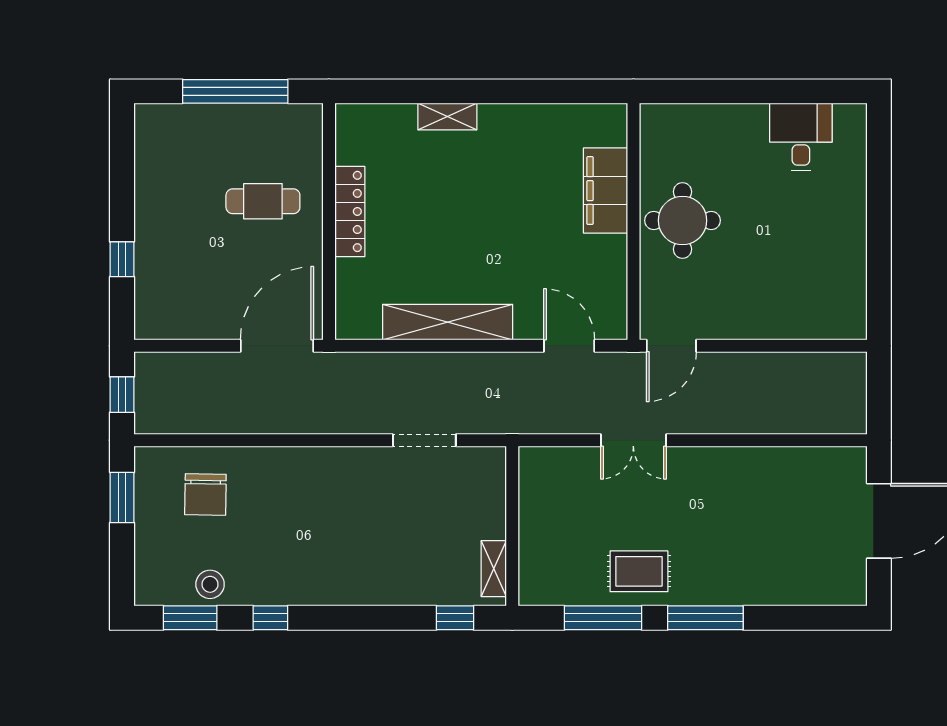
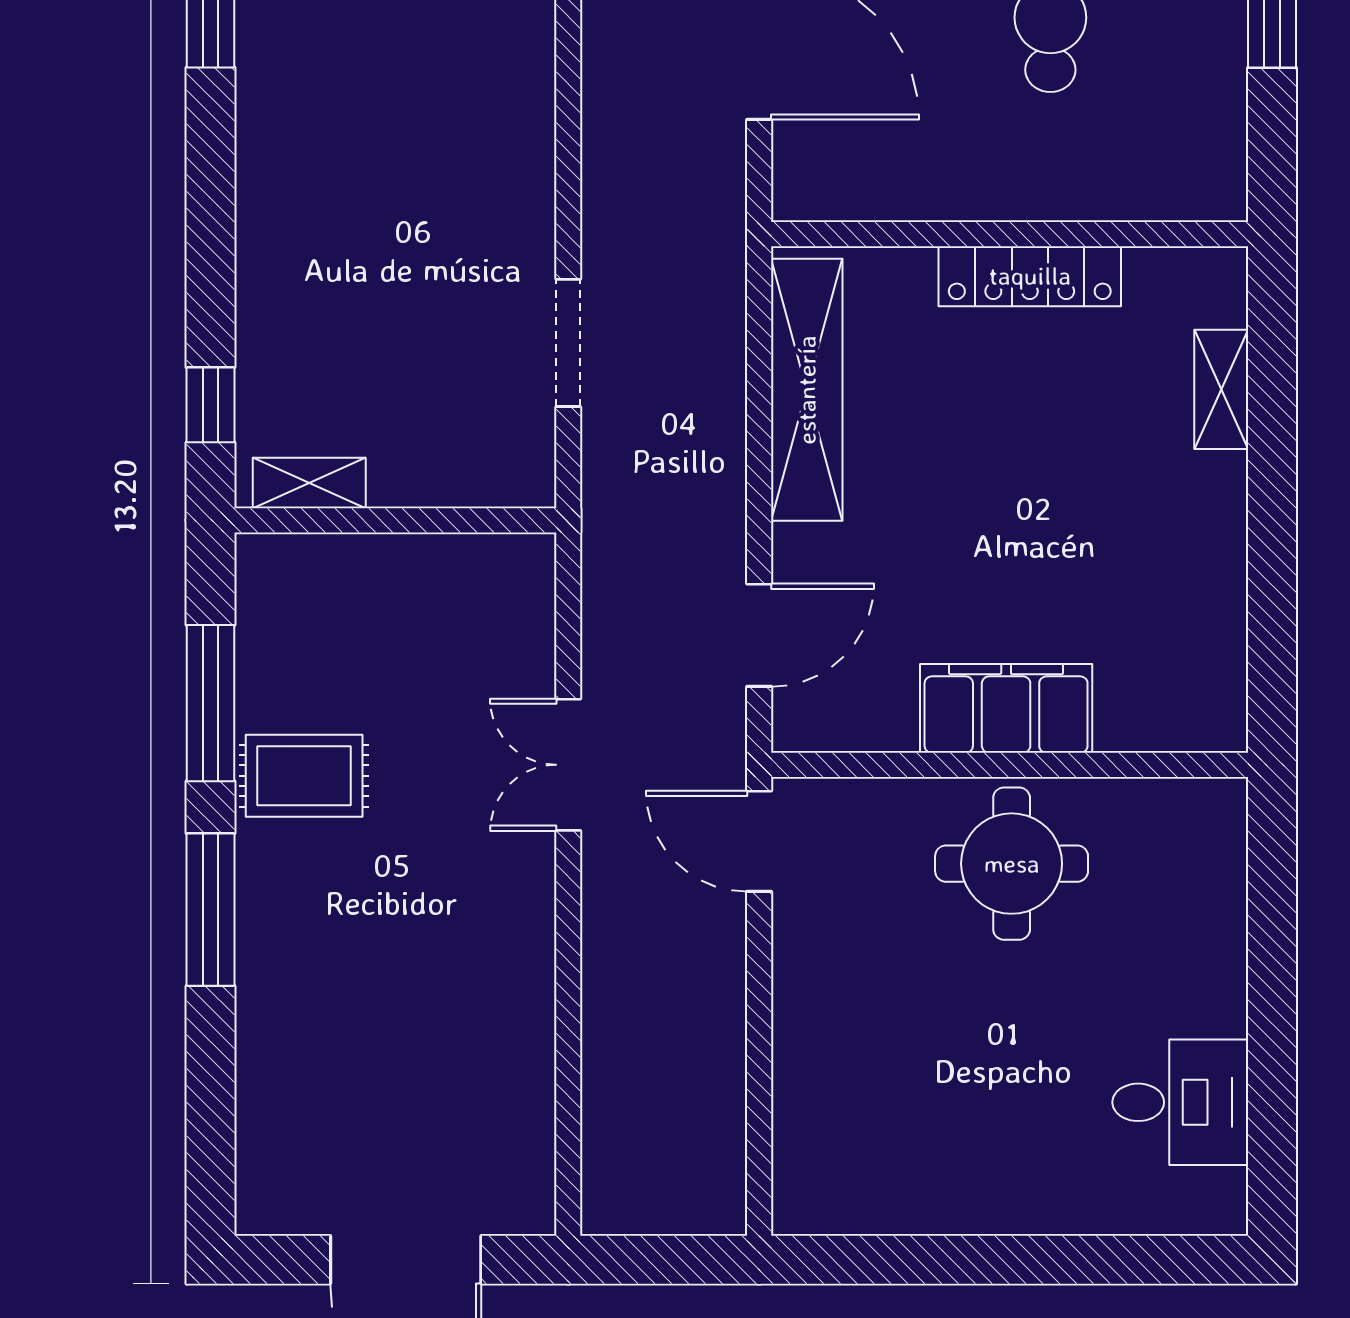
filing cabinet: (606, 191) -> (1006, 708), moved
locker: (350, 211) -> (1030, 276), moved
wall: (329, 221) -> (1010, 234), moved
rug: (639, 571) -> (304, 776), turned 90

